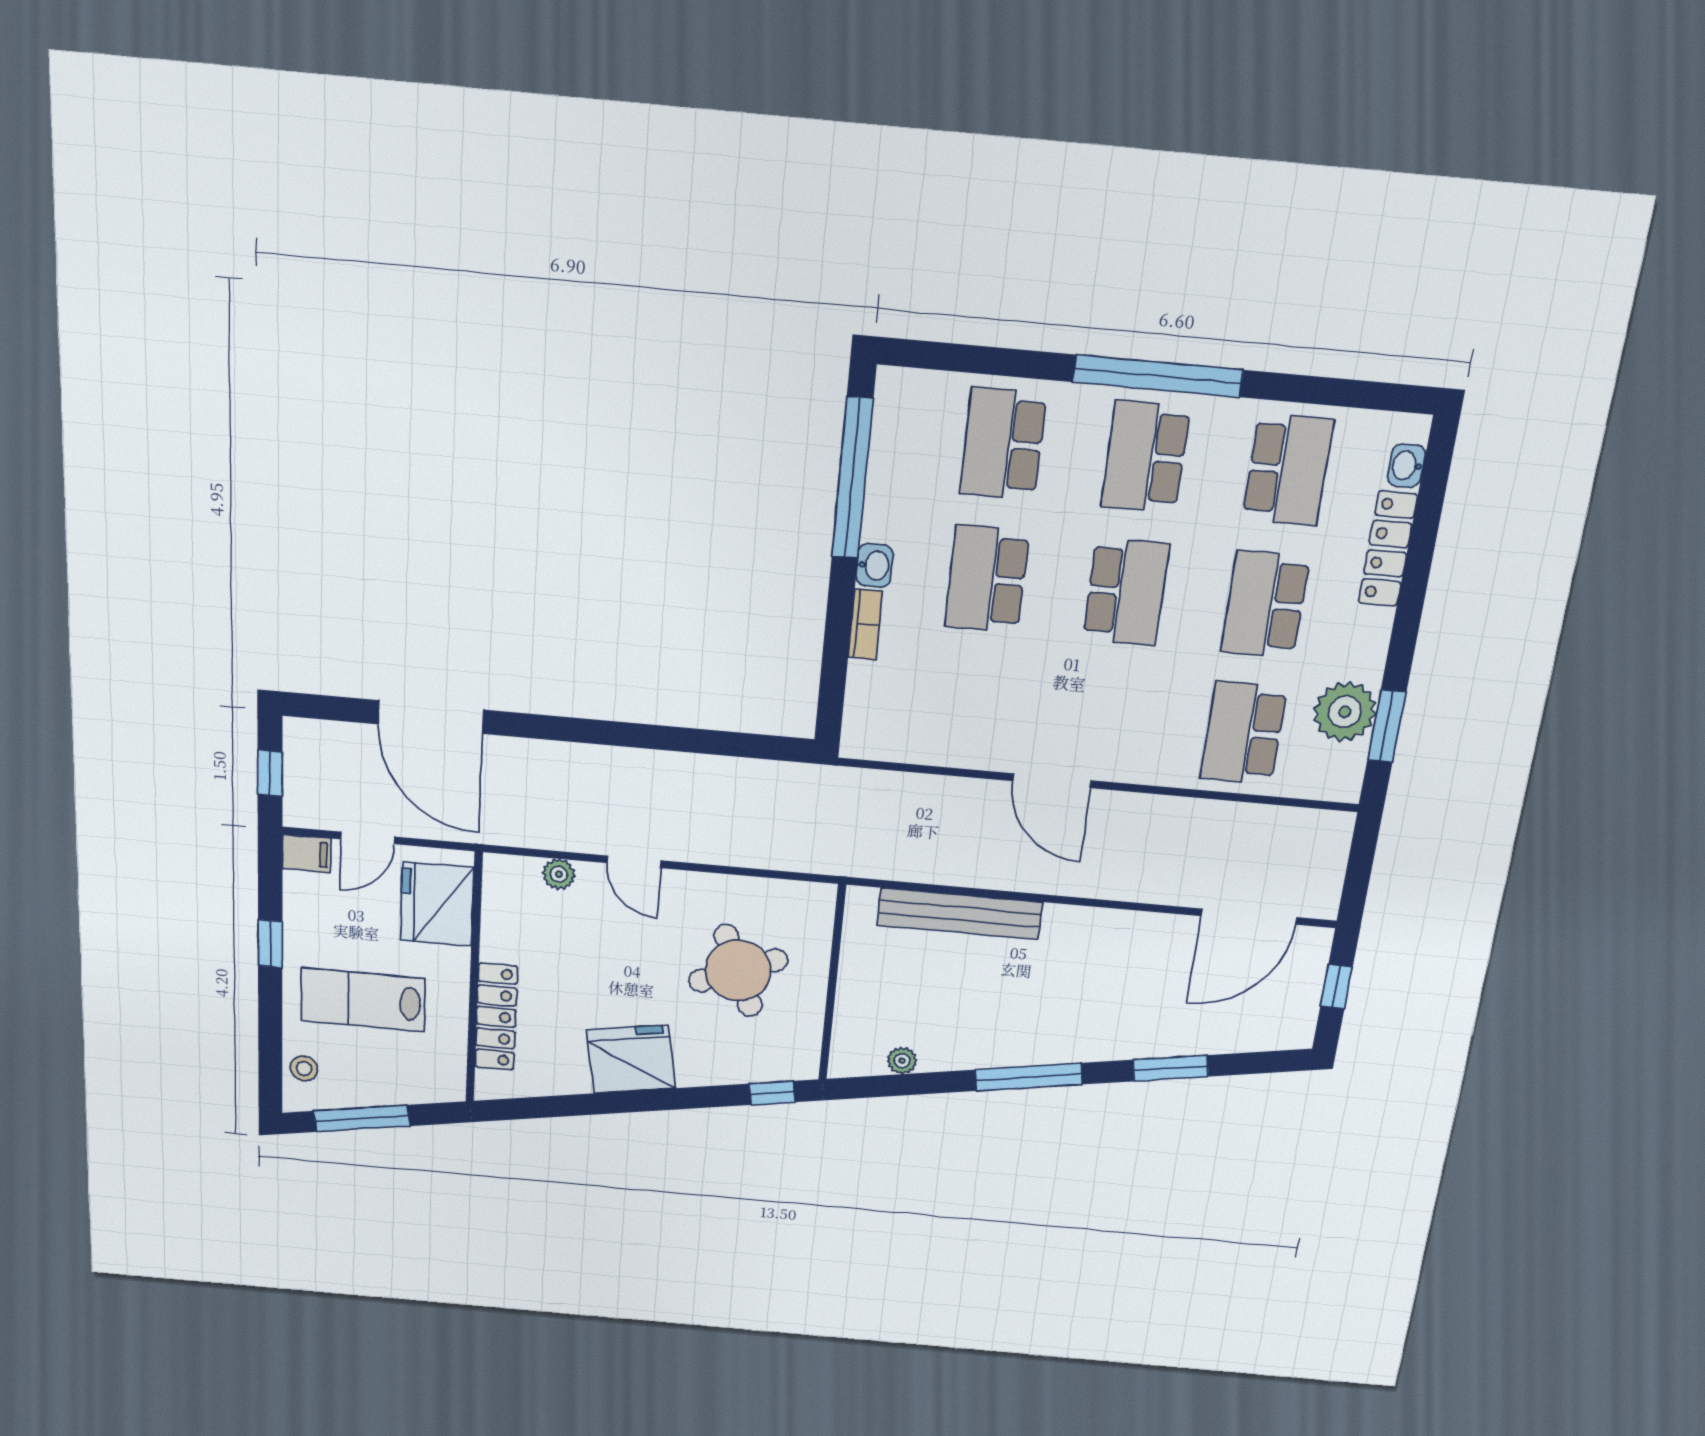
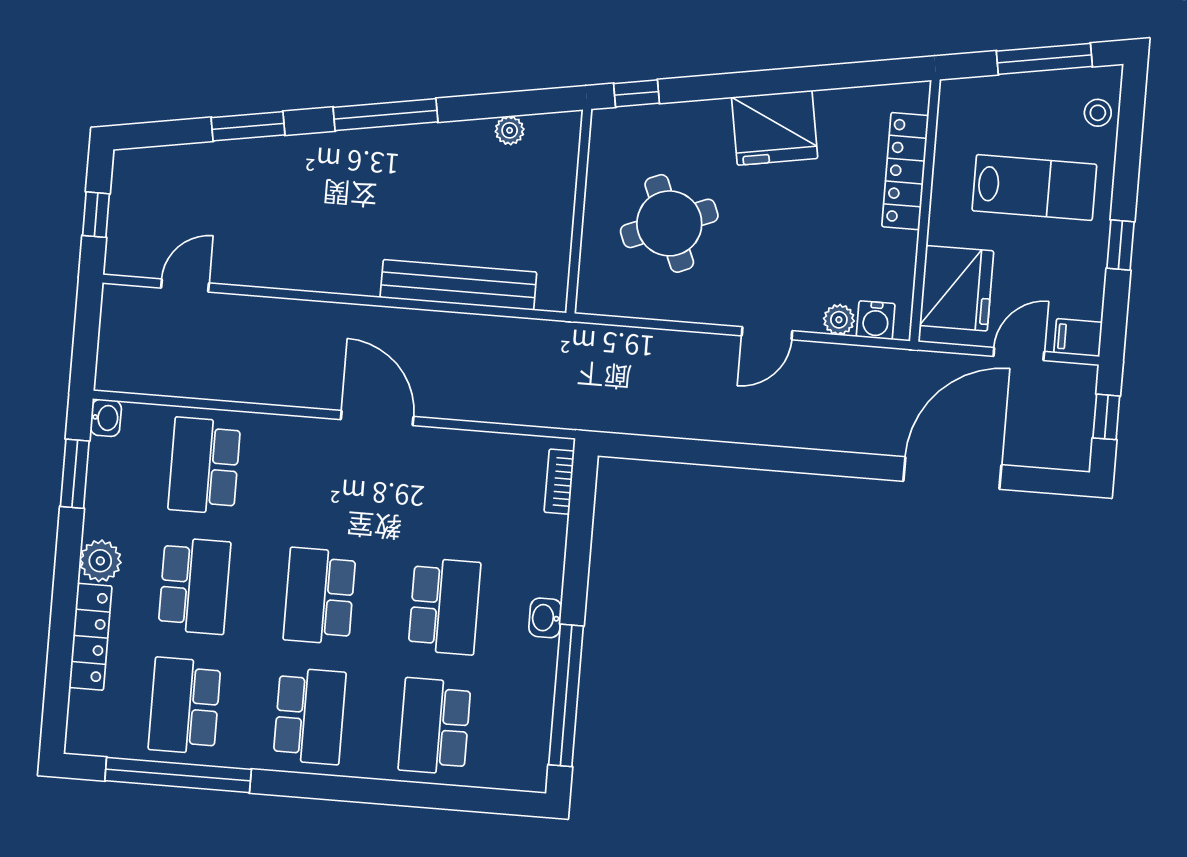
window: (1158, 376) -> (178, 775), moved
school desk: (1003, 444) -> (435, 726), turned 180
washbasin: (1406, 466) -> (106, 418), moved
bookcase: (865, 624) -> (559, 482), moved
plant: (1345, 712) -> (100, 561), moved, width x0.73, depth x0.73
door: (431, 717) -> (952, 473), hinge flipped
school desk: (1244, 733) -> (204, 466), turned 180
door: (634, 862) -> (767, 333), swing flipped
water cooler: (520, 873) -> (876, 320), added
door: (1249, 917) -> (185, 285), width x0.53

